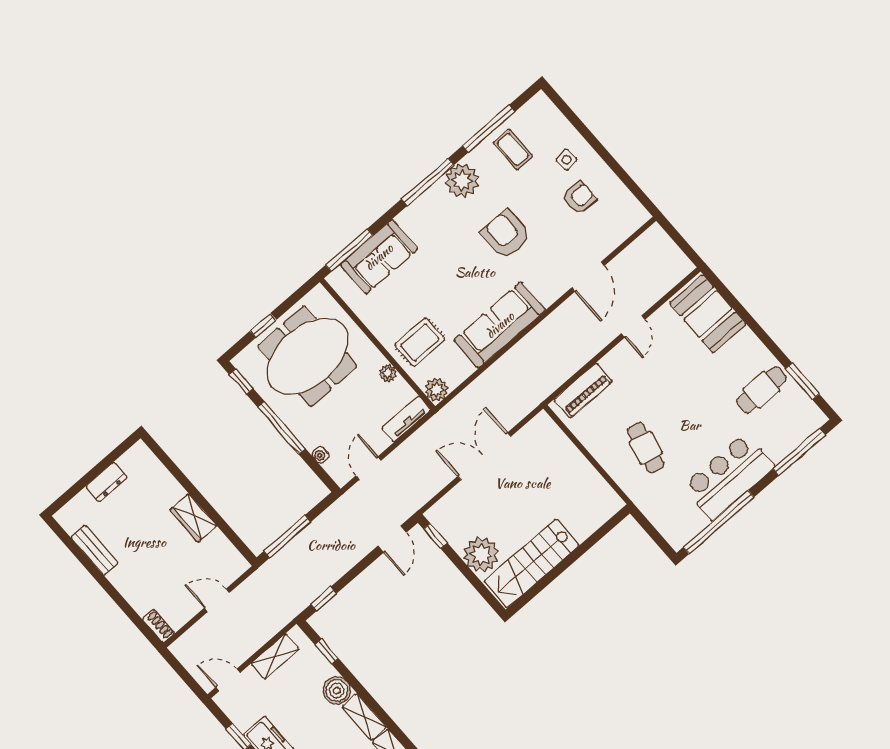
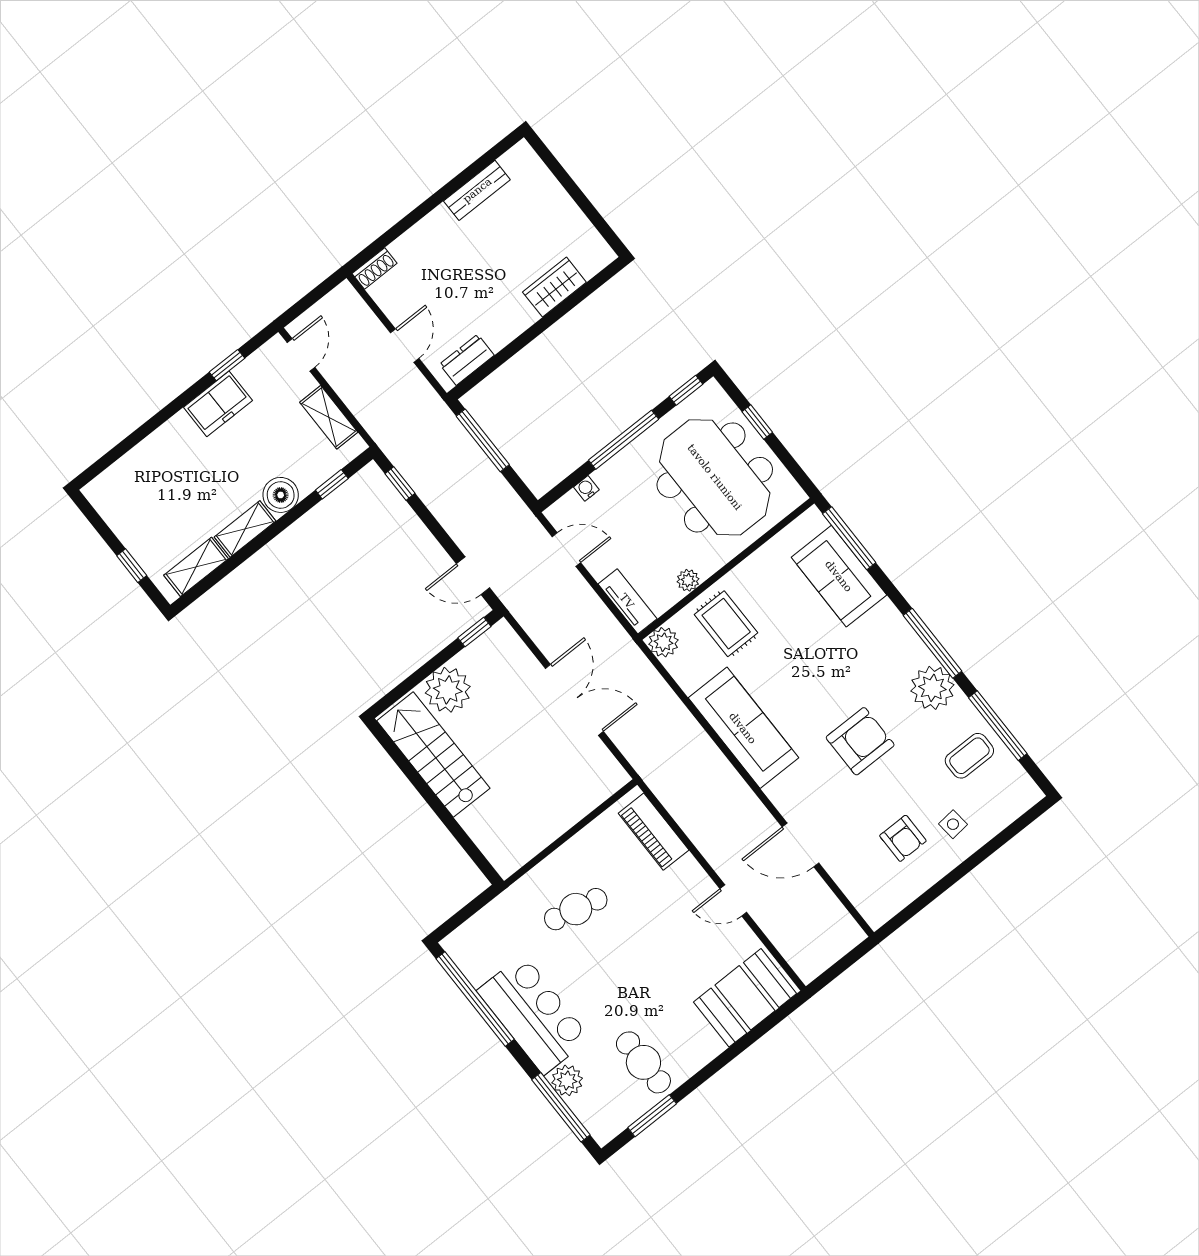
plant: (778, 448) -> (567, 1080), added
dresser: (107, 482) -> (467, 360), moved, turned 90
wardrobe: (193, 518) -> (554, 287), moved

